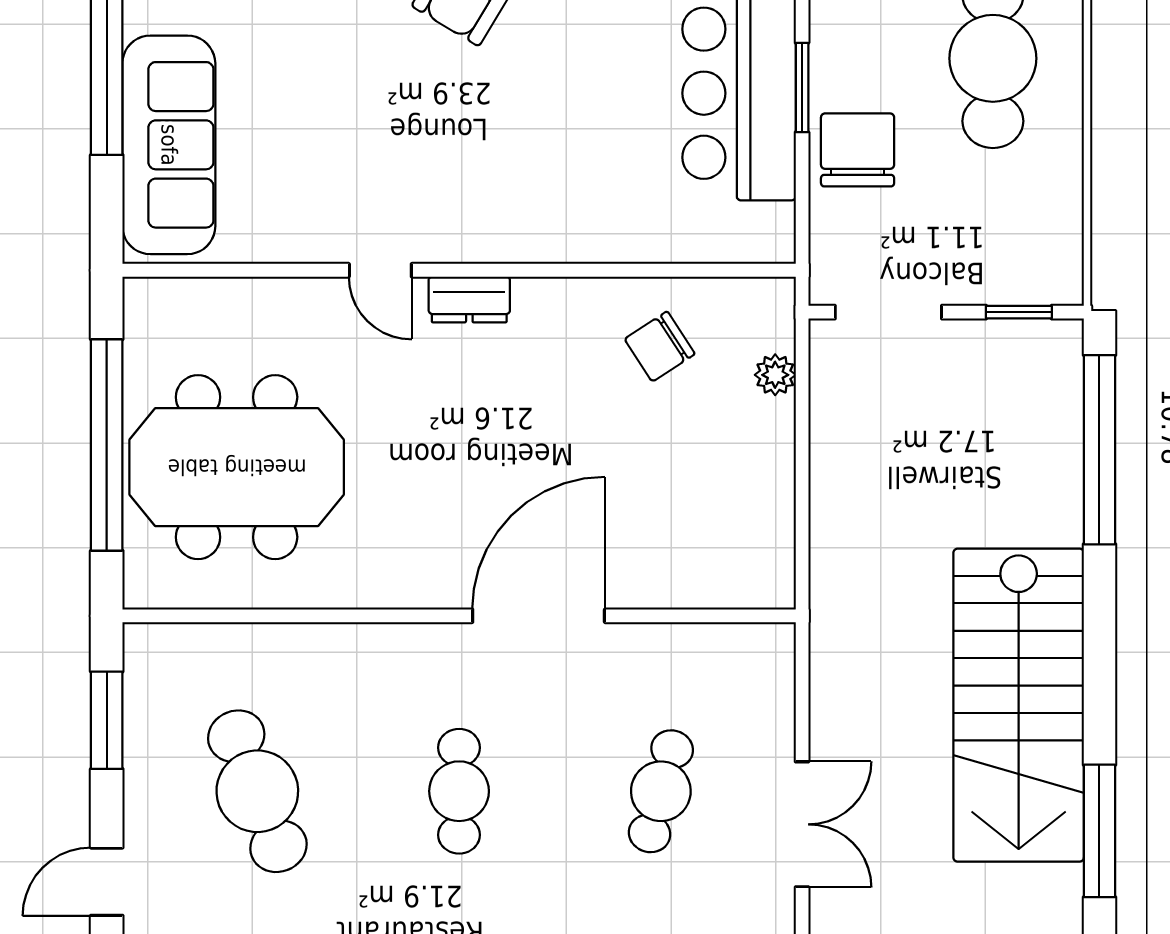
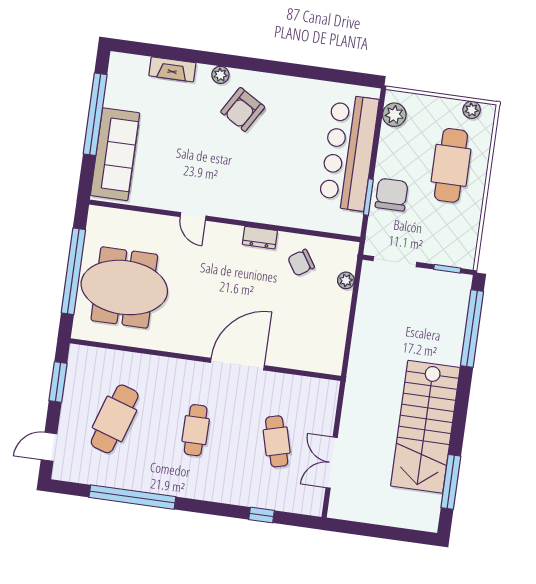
window: (802, 88) -> (368, 197), moved
dresser: (469, 299) -> (260, 238), moved
cafe table: (257, 791) -> (115, 419), turned 39
cafe table: (661, 791) -> (277, 441), turned -30
double door: (802, 824) -> (332, 463), swing flipped

